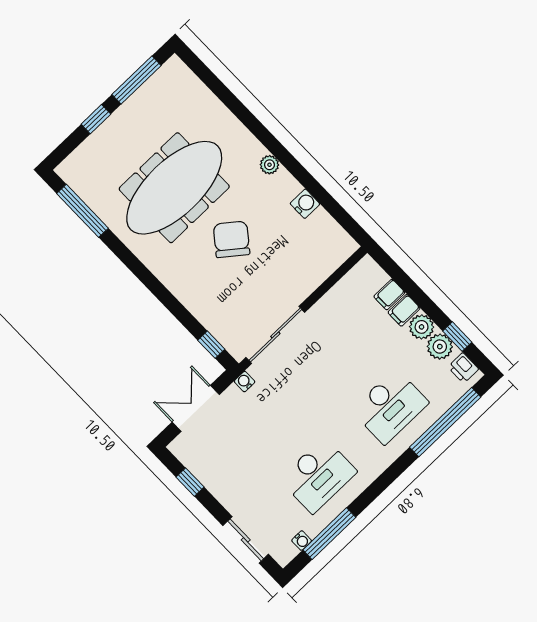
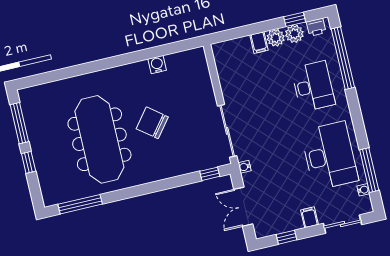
plant: (269, 165) -> (120, 72), removed
filing cabinet: (389, 294) -> (309, 217), moved, turned 180
desk: (318, 476) -> (329, 156), width x1.36, depth x1.30

